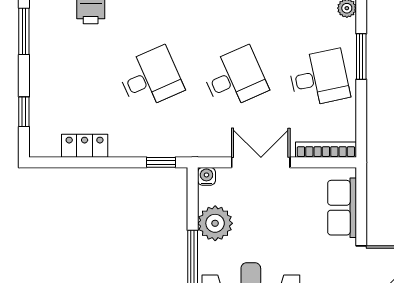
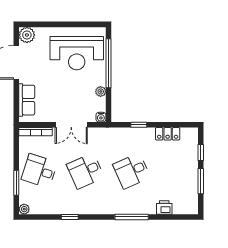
window: (24, 31) -> (201, 181), moved
desk: (319, 78) -> (39, 171), turned 30
window: (161, 162) -> (139, 125), moved
plant: (215, 223) -> (101, 91), width x0.53, depth x0.53

